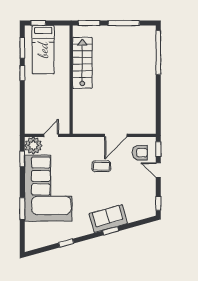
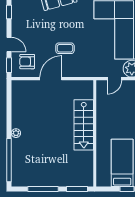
stairs: (82, 63) -> (84, 125), moved
plant: (151, 80) -> (16, 133), added

